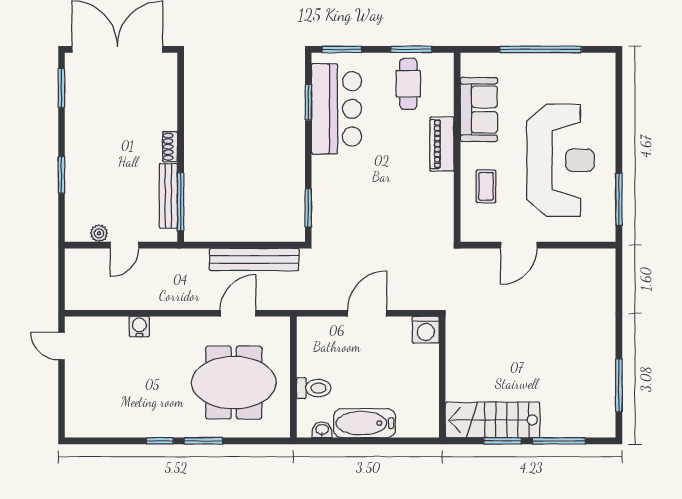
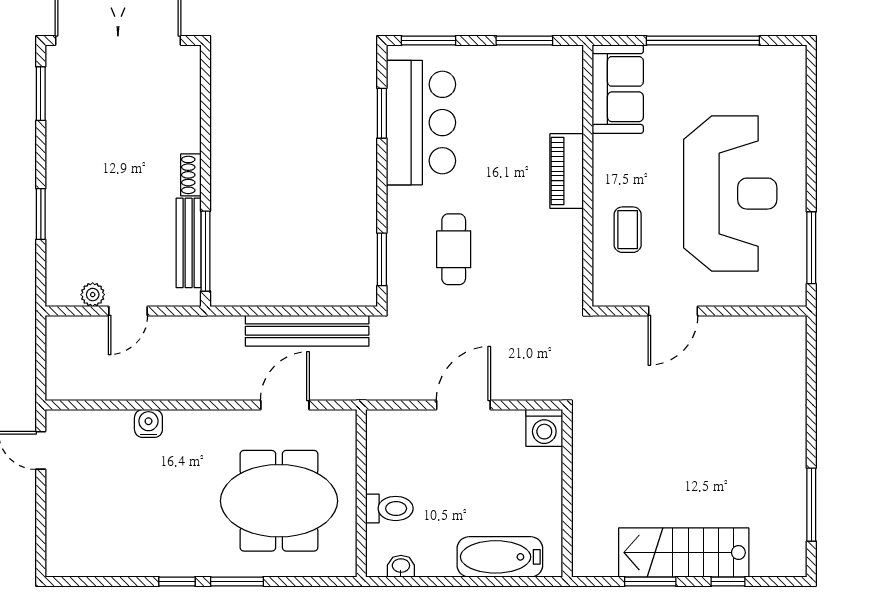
cafe table: (408, 84) -> (454, 249), moved
sofa: (479, 110) -> (618, 89), moved
stairs: (493, 420) -> (684, 552), moved
bathtub: (364, 423) -> (500, 557), moved
window: (559, 441) -> (728, 581), width x0.46

